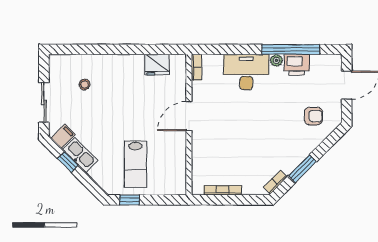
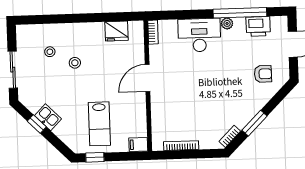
printer: (297, 65) -> (258, 26), moved
stool: (111, 97) -> (75, 63), added
filing cabinet: (63, 136) -> (138, 145), moved, turned -135
kitchen sink: (80, 155) -> (48, 117), width x0.73

